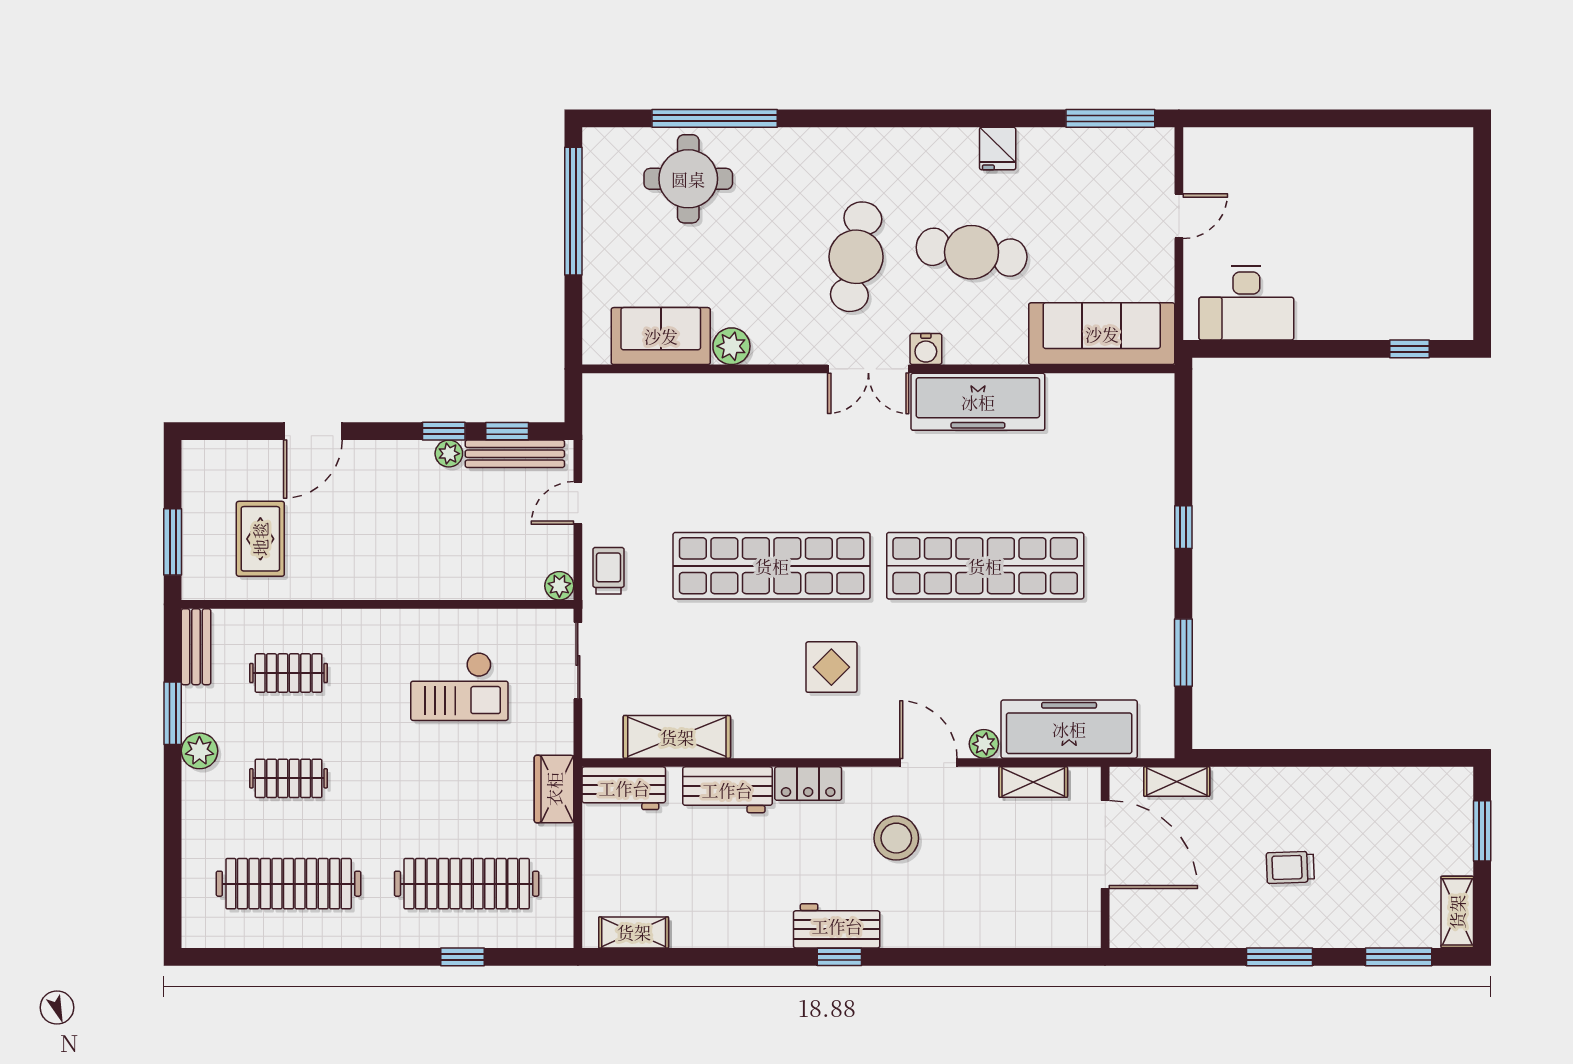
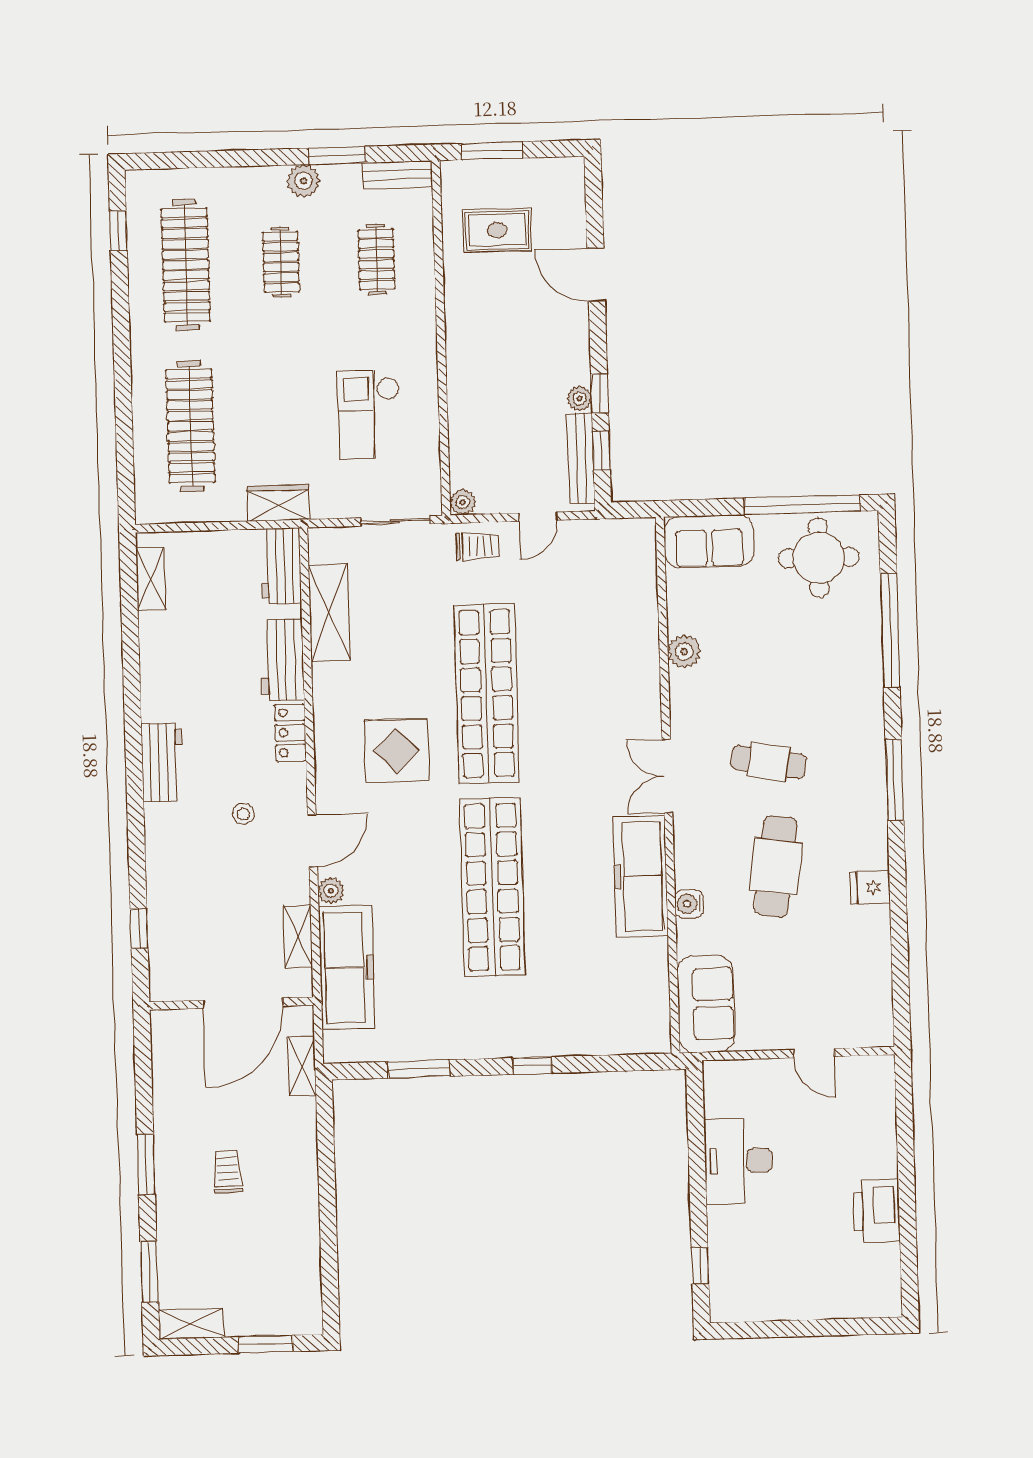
window: (1110, 118) -> (895, 780), moved
printer: (1355, 152) -> (877, 1211), added
round table: (688, 179) -> (819, 558), moved
cafe table: (856, 257) -> (769, 762), width x0.73, depth x0.74
desk: (1246, 303) -> (738, 1161), moved
sofa: (1102, 334) -> (706, 1004), width x0.73
sofa: (661, 336) -> (709, 541), moved, turned 90
water cooler: (926, 349) -> (689, 904), moved
door: (578, 503) -> (538, 517), swing flipped
display table: (831, 667) -> (396, 751), width x1.36, depth x1.36
stool: (896, 838) -> (243, 814), width x0.53, depth x0.53
window: (462, 957) -> (118, 231), moved
window: (839, 957) -> (139, 928), moved

